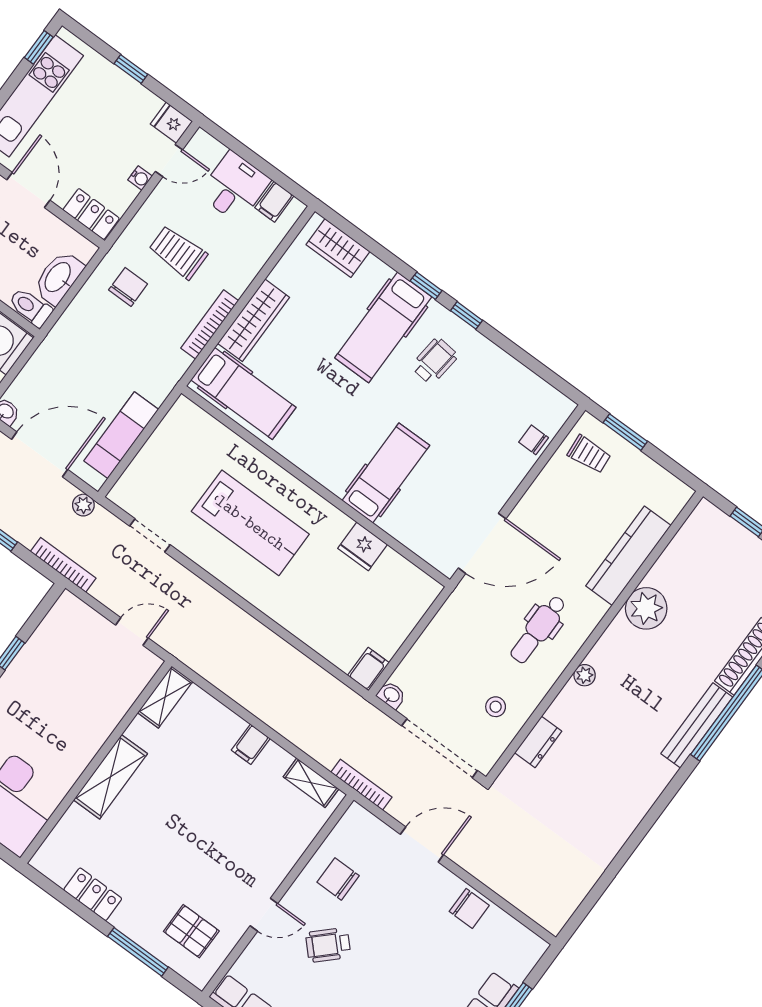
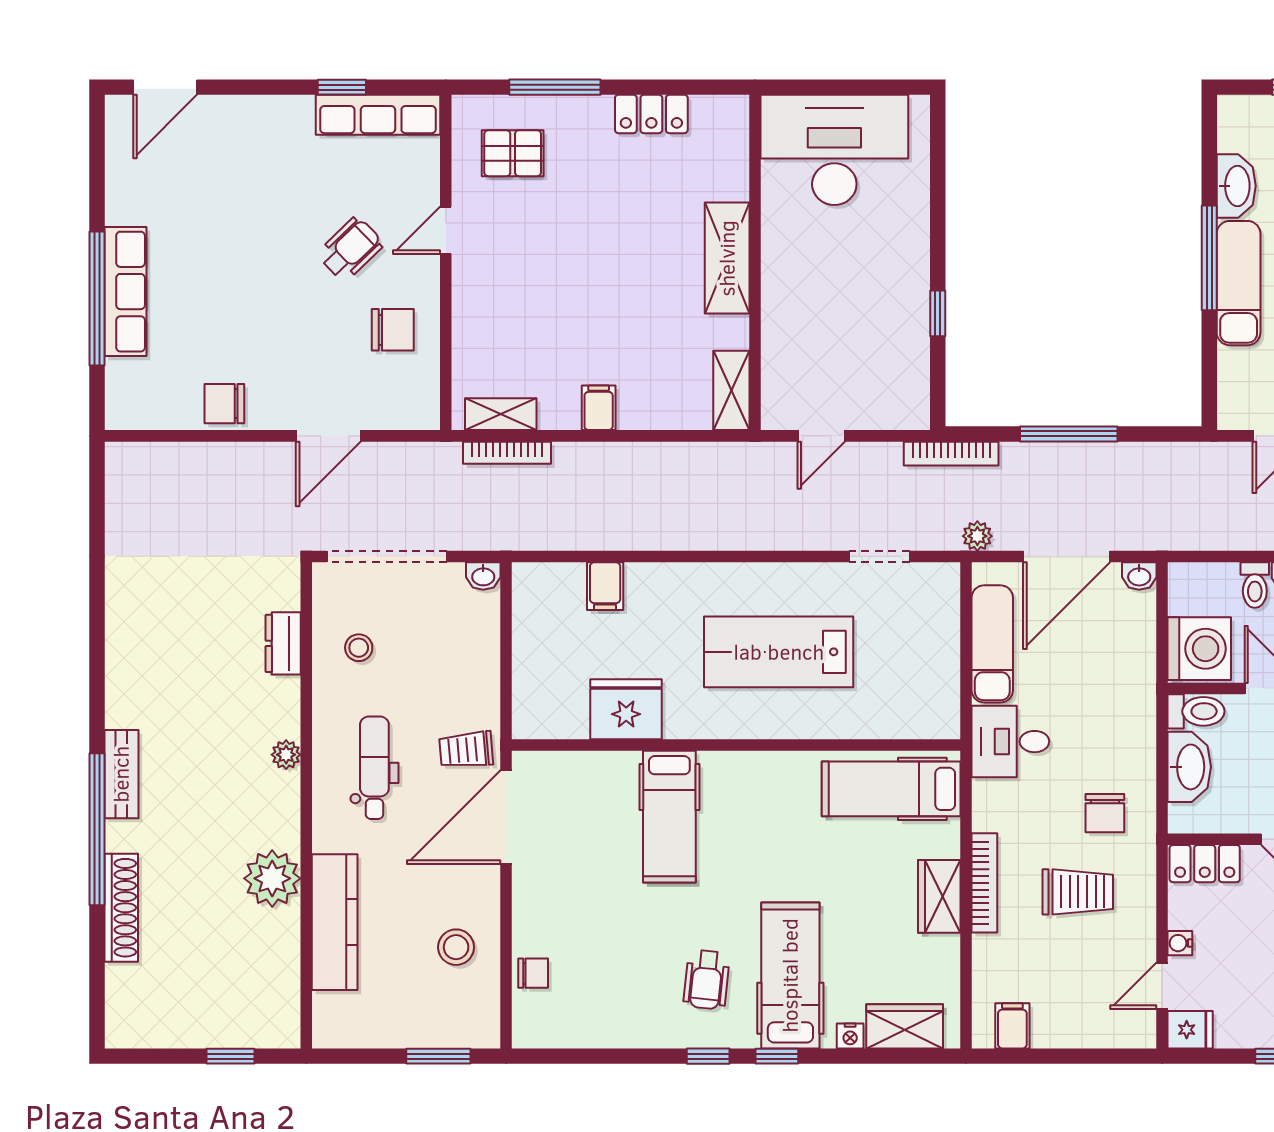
desk: (235, 187) -> (1010, 742), moved, turned 90
nightstand: (374, 266) -> (850, 1036), added
wardrobe: (254, 320) -> (939, 896), width x0.67
bookcase: (210, 324) -> (984, 883), moved
trolley: (589, 454) -> (466, 750), moved
stool: (568, 488) -> (456, 947), added
fridge: (363, 546) -> (626, 709), width x1.36, depth x1.34
filing cabinet: (368, 669) -> (605, 586), moved
bench: (697, 725) -> (121, 774), width x0.73
bookcase: (361, 785) -> (507, 453), moved

